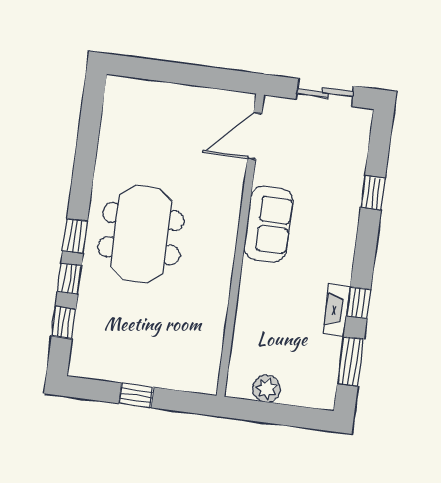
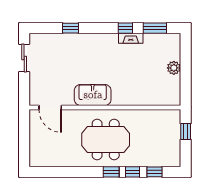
door: (255, 136) -> (50, 107), moved
sofa: (268, 224) -> (93, 95), moved
wall: (240, 245) -> (105, 107), moved

